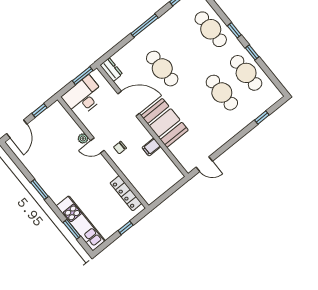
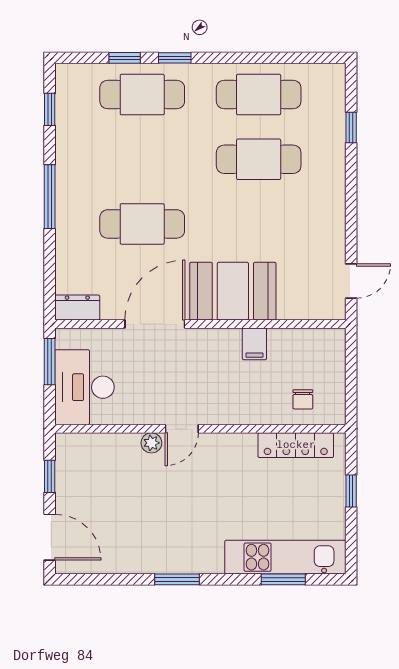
window: (252, 52) -> (125, 58), moved
chair: (120, 148) -> (303, 399), moved

